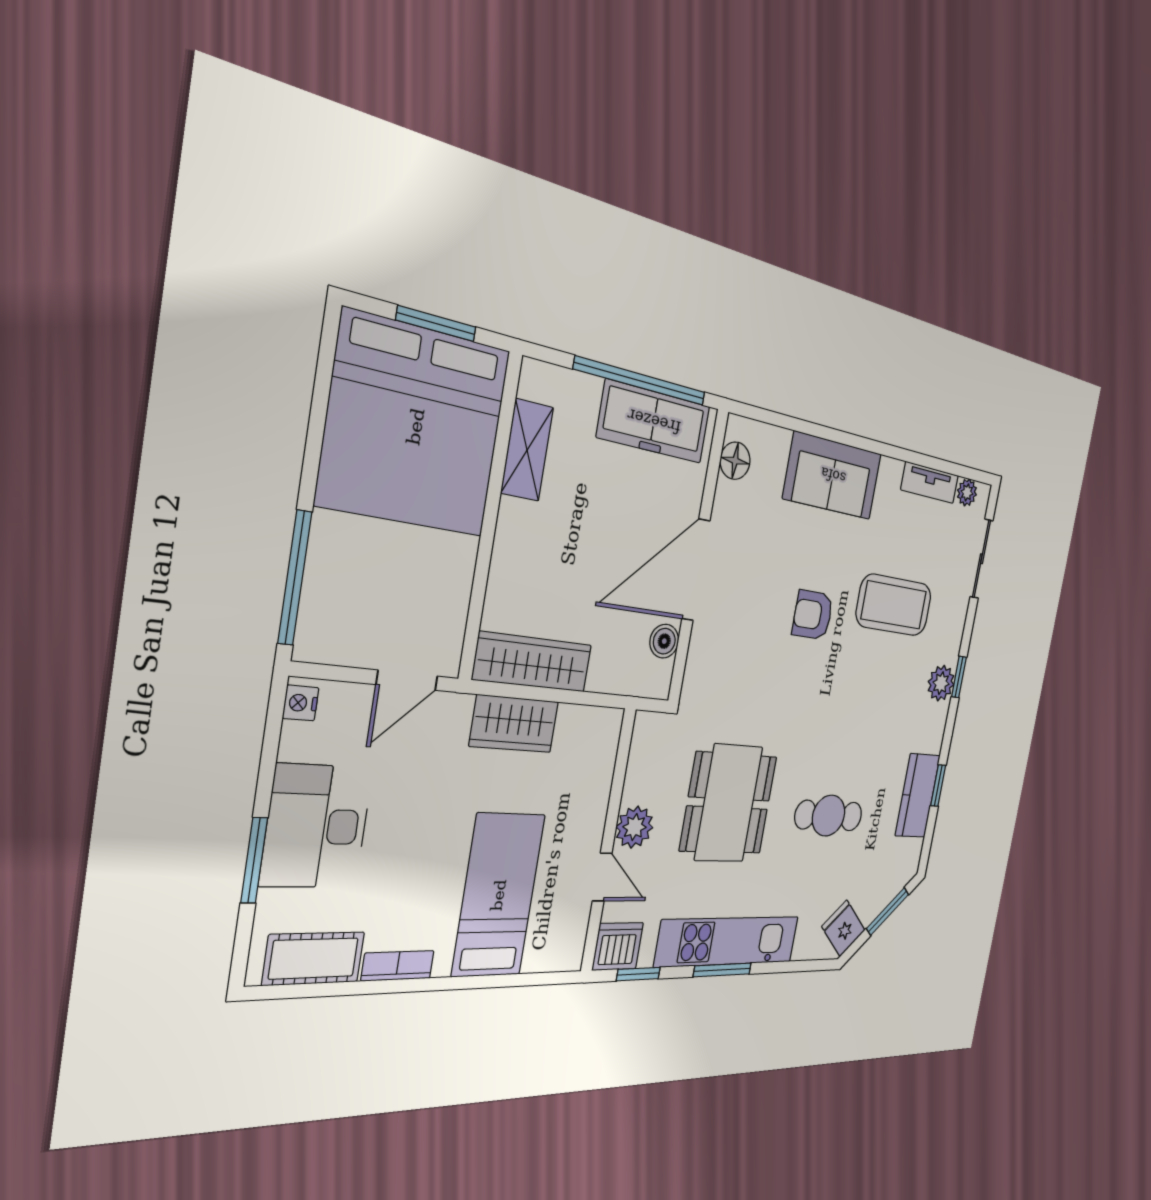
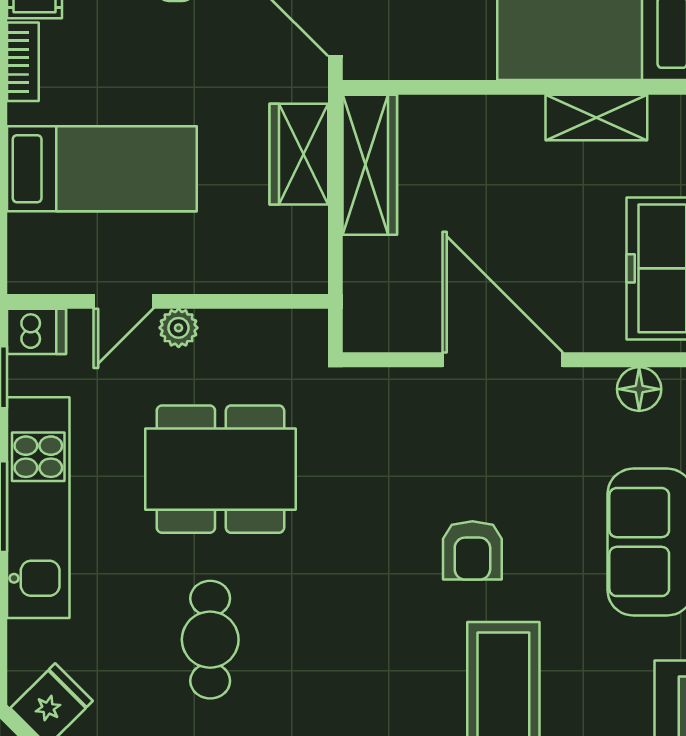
armchair: (813, 615) -> (472, 550), turned 180
boiler: (664, 641) -> (413, 332), removed
plant: (635, 827) -> (179, 328), width x0.73, depth x0.73
dishwasher: (618, 946) -> (37, 331), width x0.73

